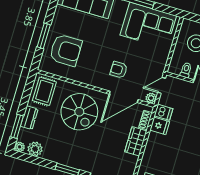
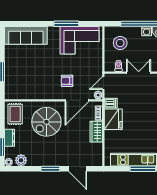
armchair: (66, 50) -> (22, 78), removed
spiral stairs: (79, 112) -> (46, 122), turned 90
fridge: (160, 126) -> (113, 119), width x1.88, depth x1.34

